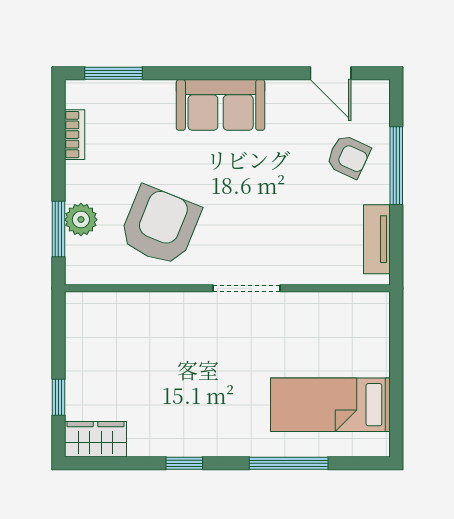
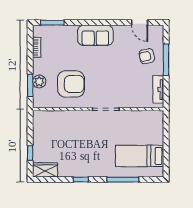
armchair: (348, 157) -> (147, 56), turned 144
armchair: (160, 226) -> (71, 84), turned 68

